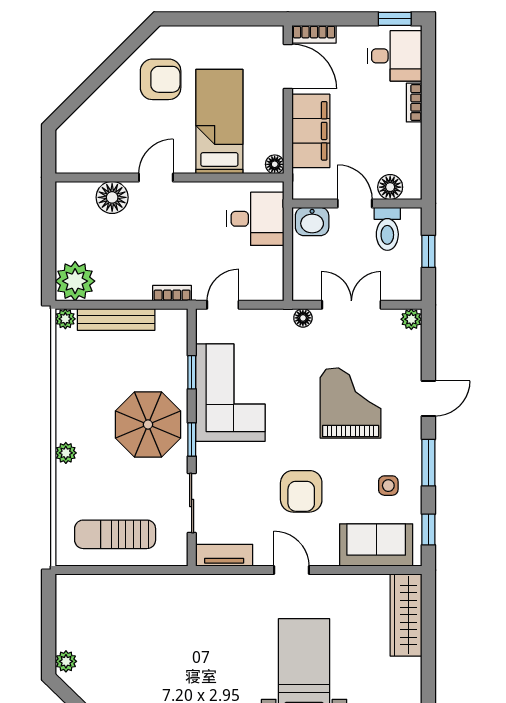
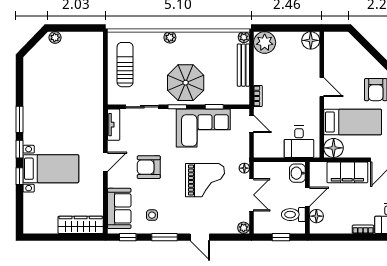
floor lamp: (275, 164) -> (334, 148), width x1.89, depth x1.89
floor lamp: (112, 197) -> (311, 40), moved
grand piano: (351, 403) -> (205, 180), moved

